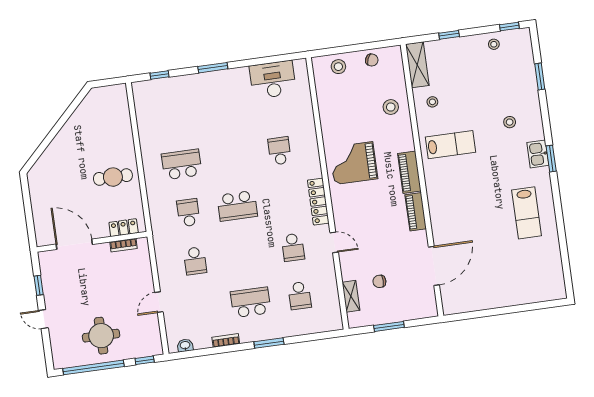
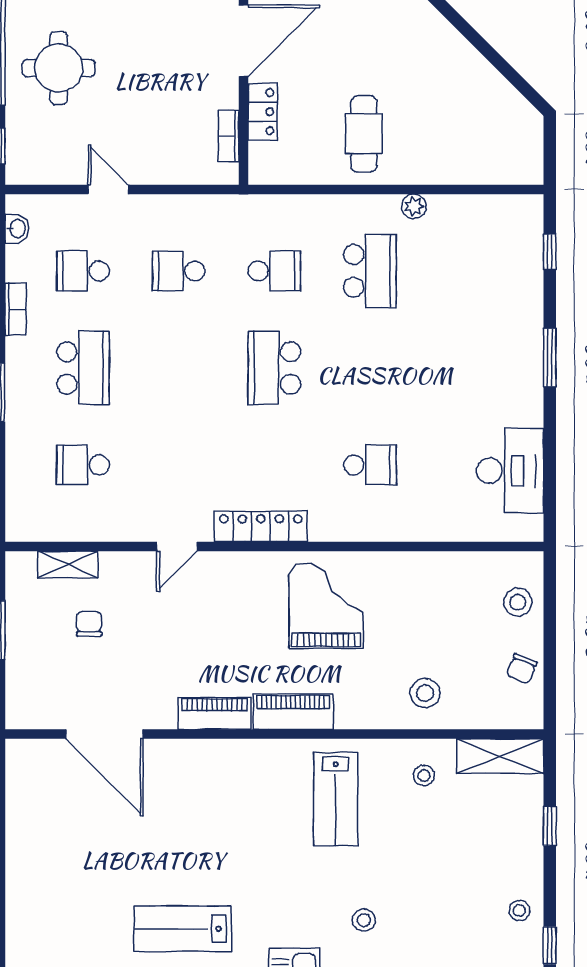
plant: (146, 147) -> (414, 206), added
locker: (124, 228) -> (263, 112), moved
school desk: (293, 247) -> (83, 271), moved

